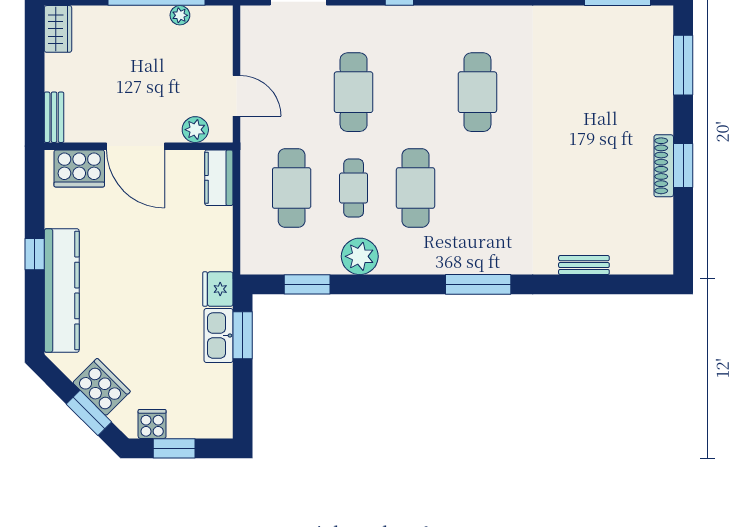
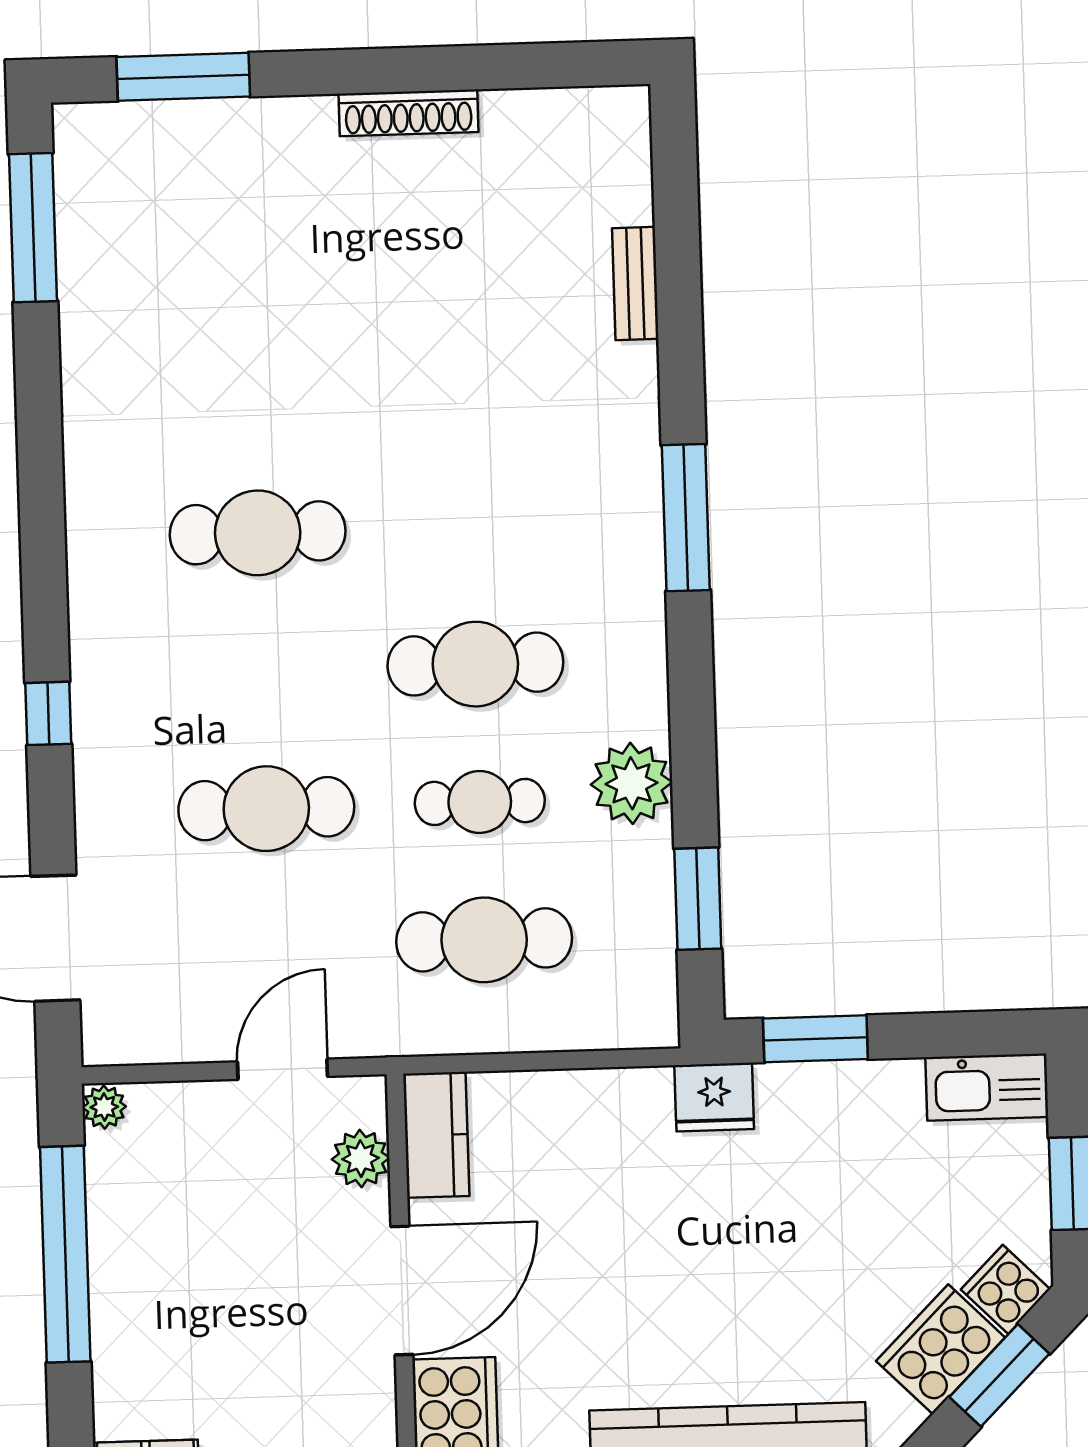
plant: (180, 15) -> (104, 1107), moved
window: (683, 166) -> (407, 70), removed
kitchen counter: (219, 178) -> (436, 1135), moved, turned -90
kitchen sink: (218, 336) -> (987, 1087), moved
cooker: (152, 424) -> (1005, 1289), moved, turned 45

